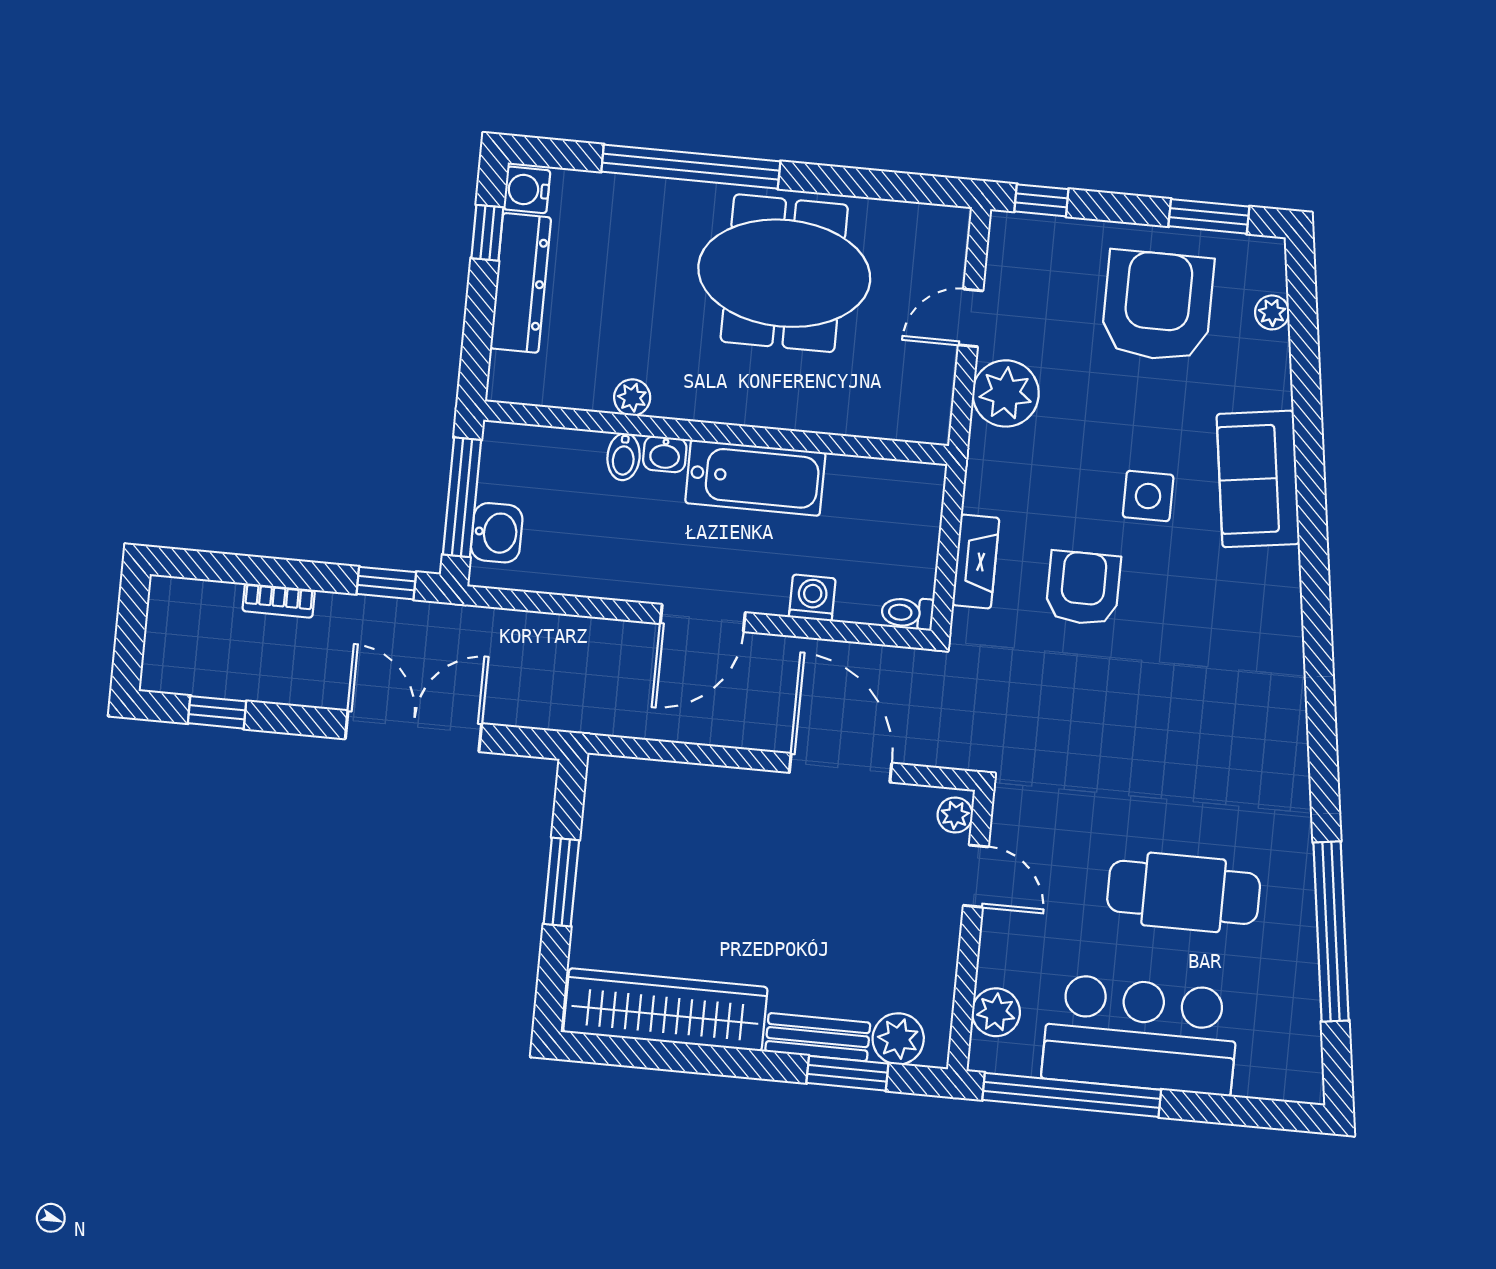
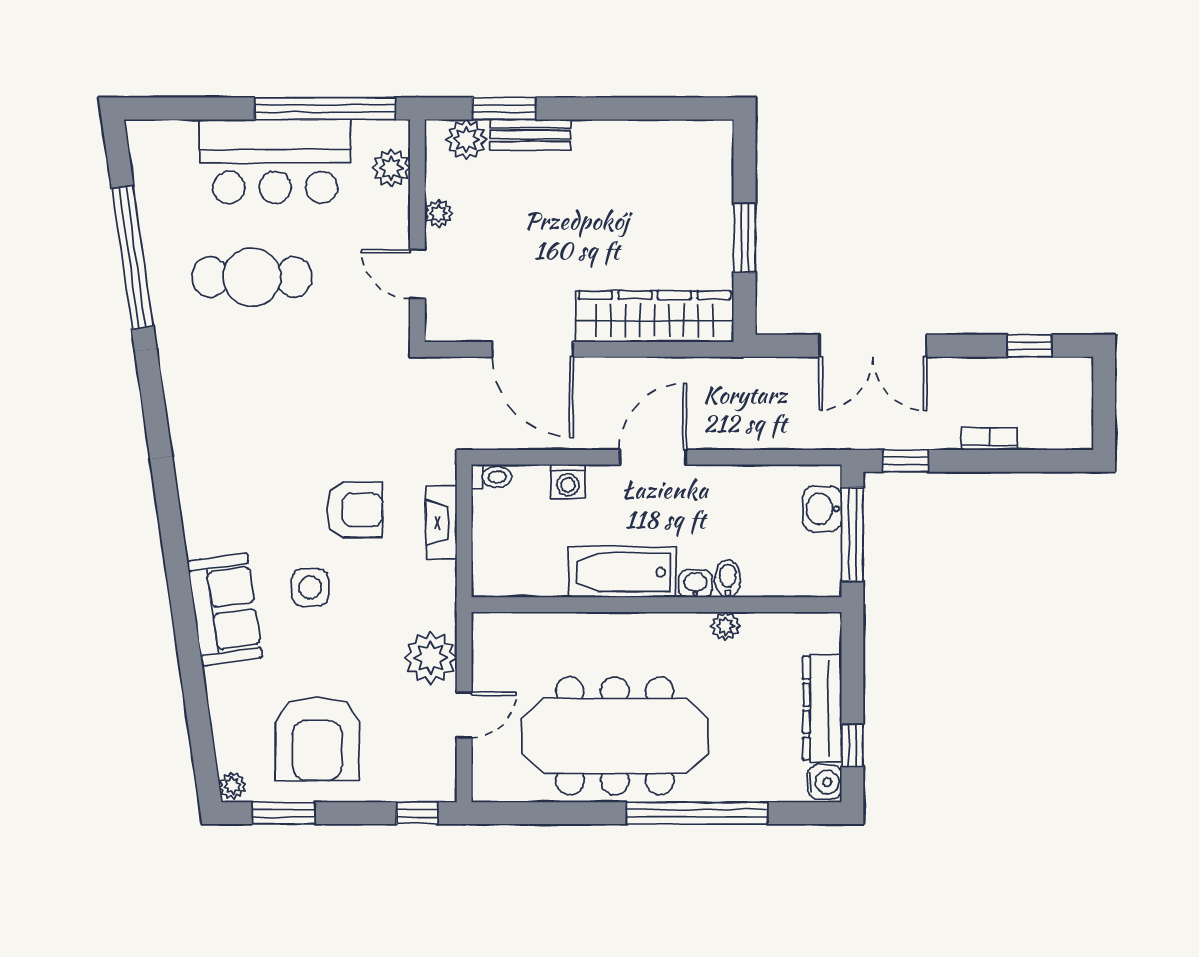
meeting table: (784, 273) -> (615, 736), width x1.36
plant: (1272, 312) -> (232, 786), moved
armchair: (1083, 588) -> (355, 510), turned -90
plant: (955, 815) -> (438, 213), moved
wardrobe: (665, 1010) -> (655, 317), moved, turned 180

